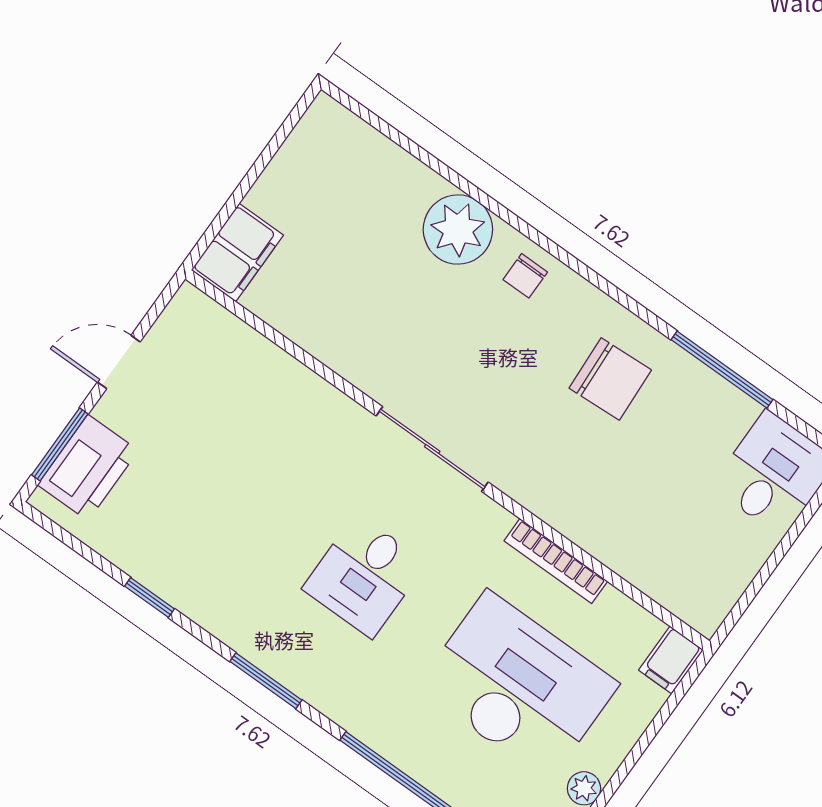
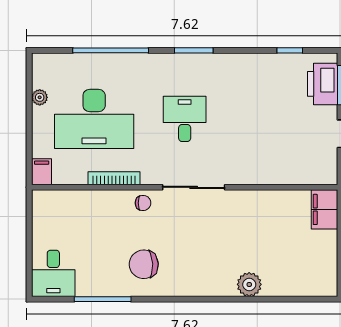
plant: (458, 230) -> (249, 284), width x0.73, depth x0.73
chair: (525, 276) -> (143, 203), moved, turned 90
window: (150, 597) -> (290, 50), moved

